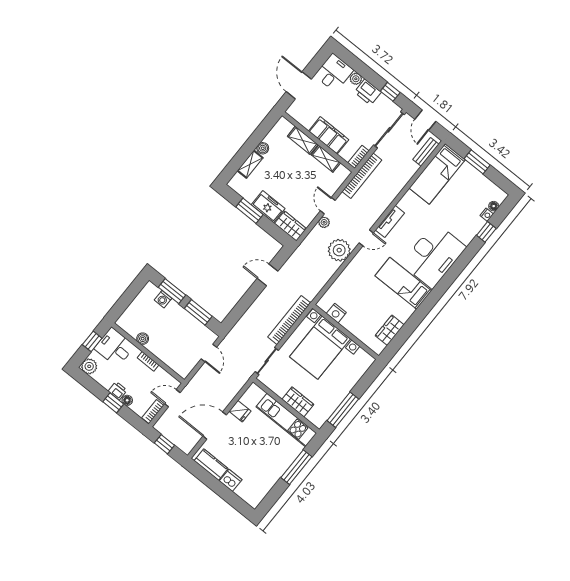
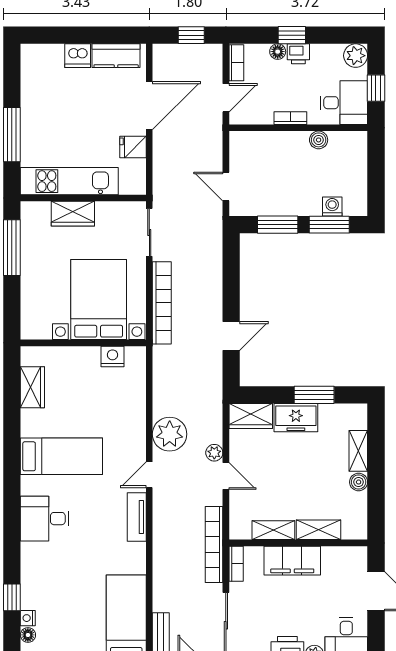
desk: (434, 255) -> (45, 519), width x0.53, depth x0.77

